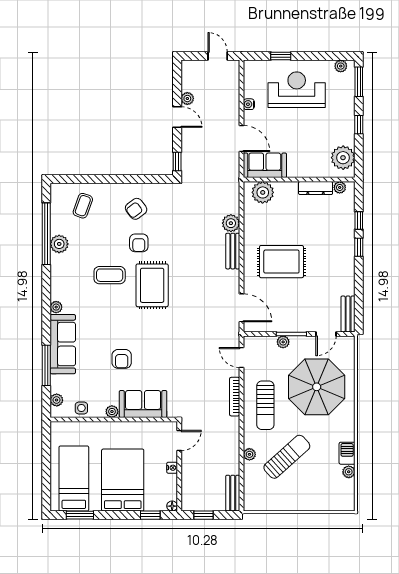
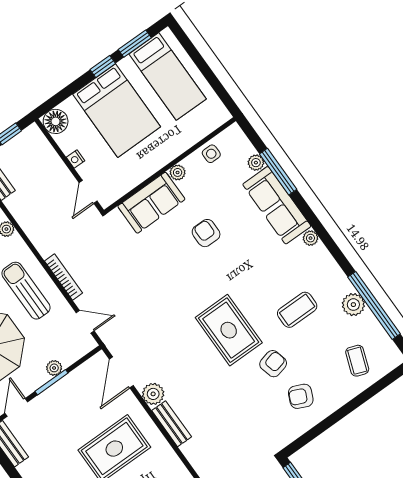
armchair: (136, 209) -> (301, 396), turned -119
plant: (231, 223) -> (153, 394), moved
armchair: (139, 243) -> (273, 364), turned 76
coffee table: (110, 275) -> (297, 310), moved
door: (241, 308) -> (121, 372), hinge flipped
plant: (57, 400) -> (256, 163), moved
floor lamp: (172, 506) -> (56, 121), width x1.89, depth x1.89
window: (150, 515) -> (103, 67), moved

